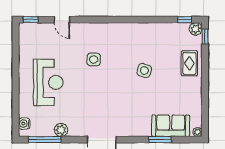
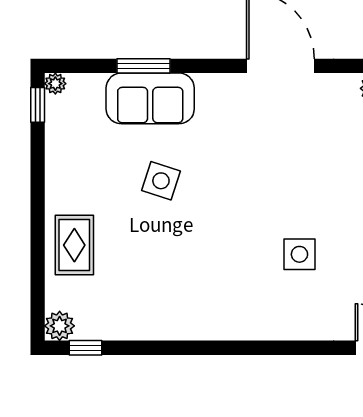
window: (205, 37) -> (38, 105), moved
side table: (144, 70) -> (161, 181), moved
sofa: (171, 126) -> (150, 98), moved

